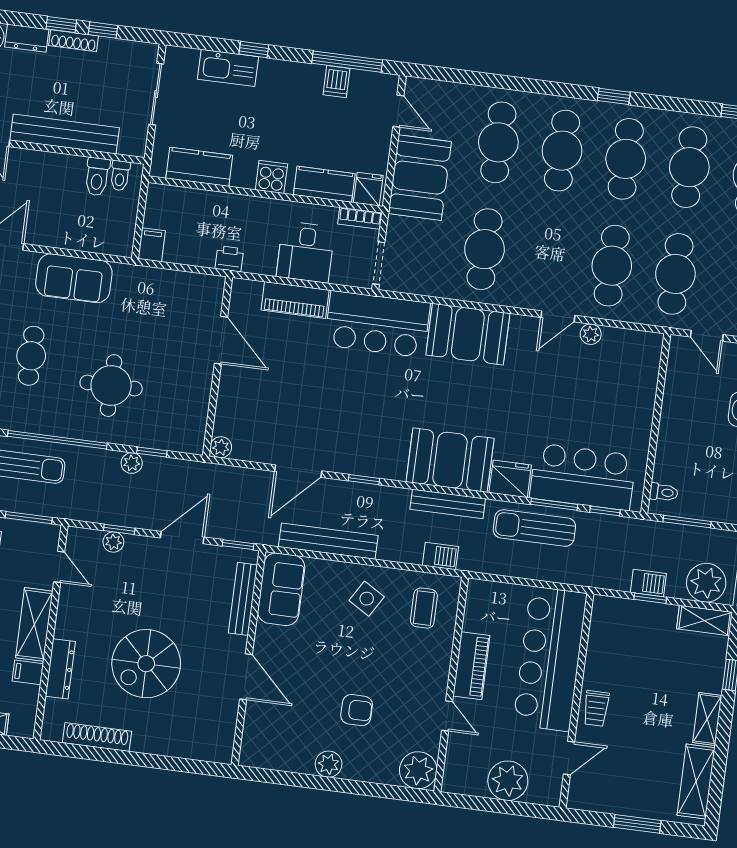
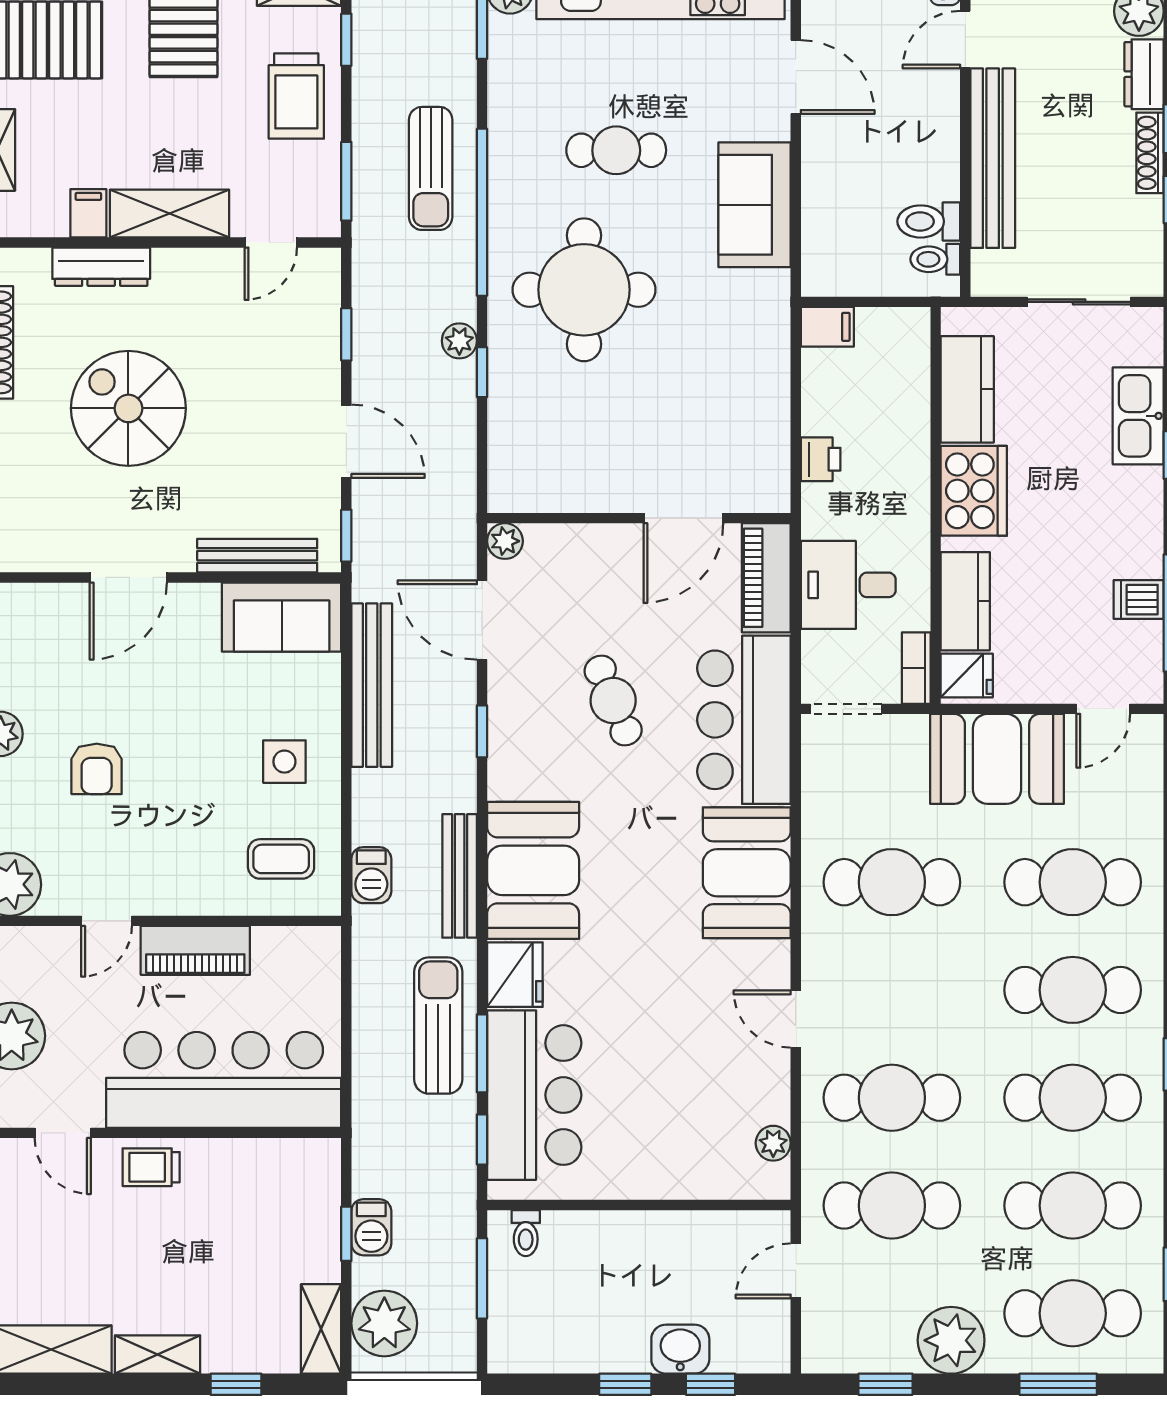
cooker: (271, 177) -> (974, 491), width x1.87, depth x1.31
plant: (591, 334) -> (773, 1143), moved
door: (221, 340) -> (683, 518), moved
wall: (218, 366) -> (639, 518), moved
round table: (111, 386) -> (584, 290), width x1.36, depth x1.36
cafe table: (356, 400) -> (613, 701), added
plant: (221, 447) -> (505, 541), moved
plant: (113, 542) -> (324, 328), removed
side table: (367, 599) -> (284, 762), turned -31

